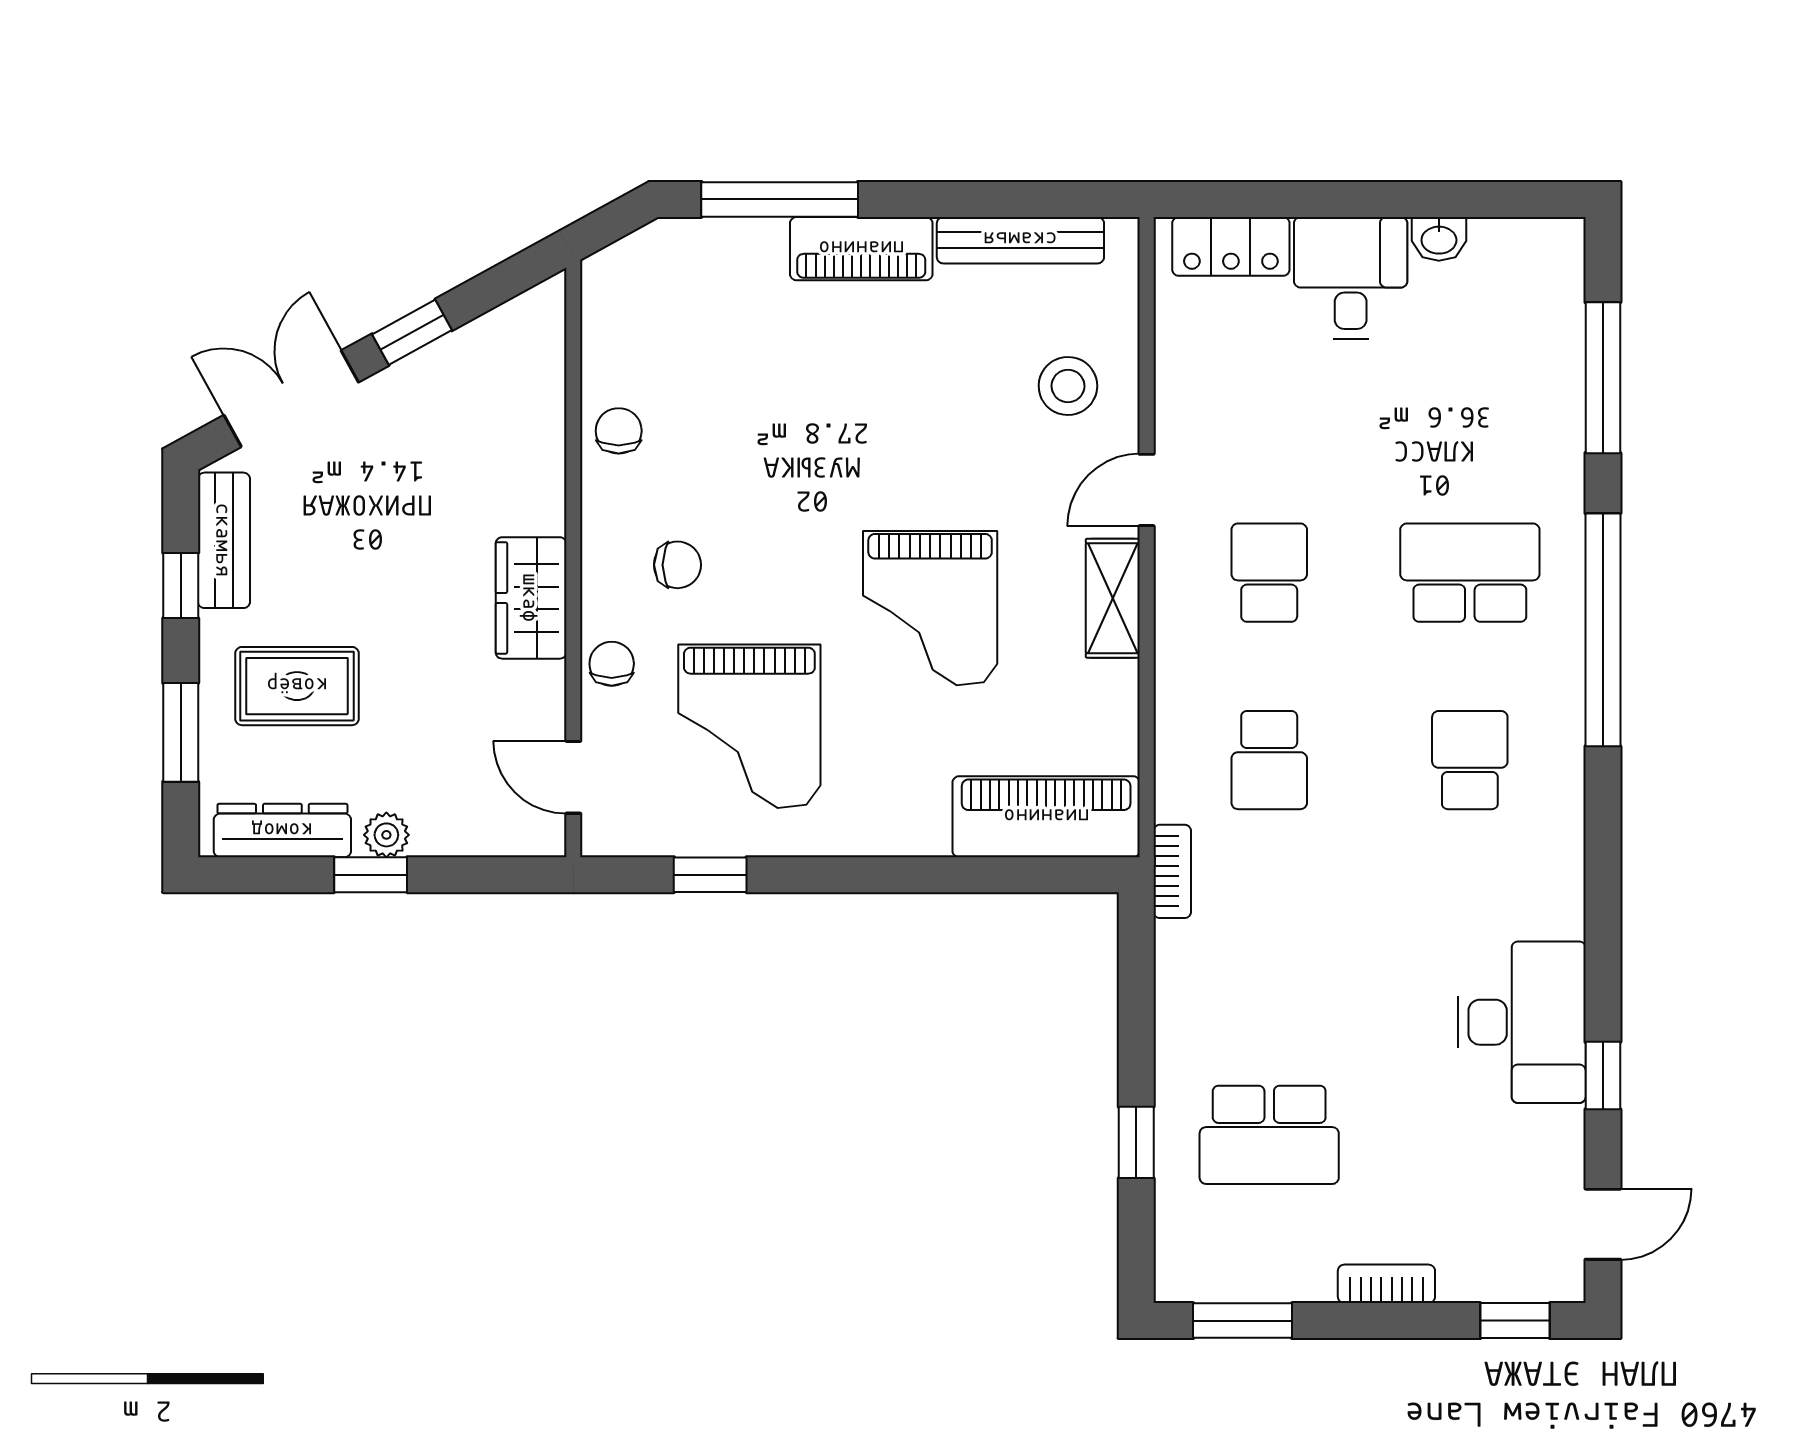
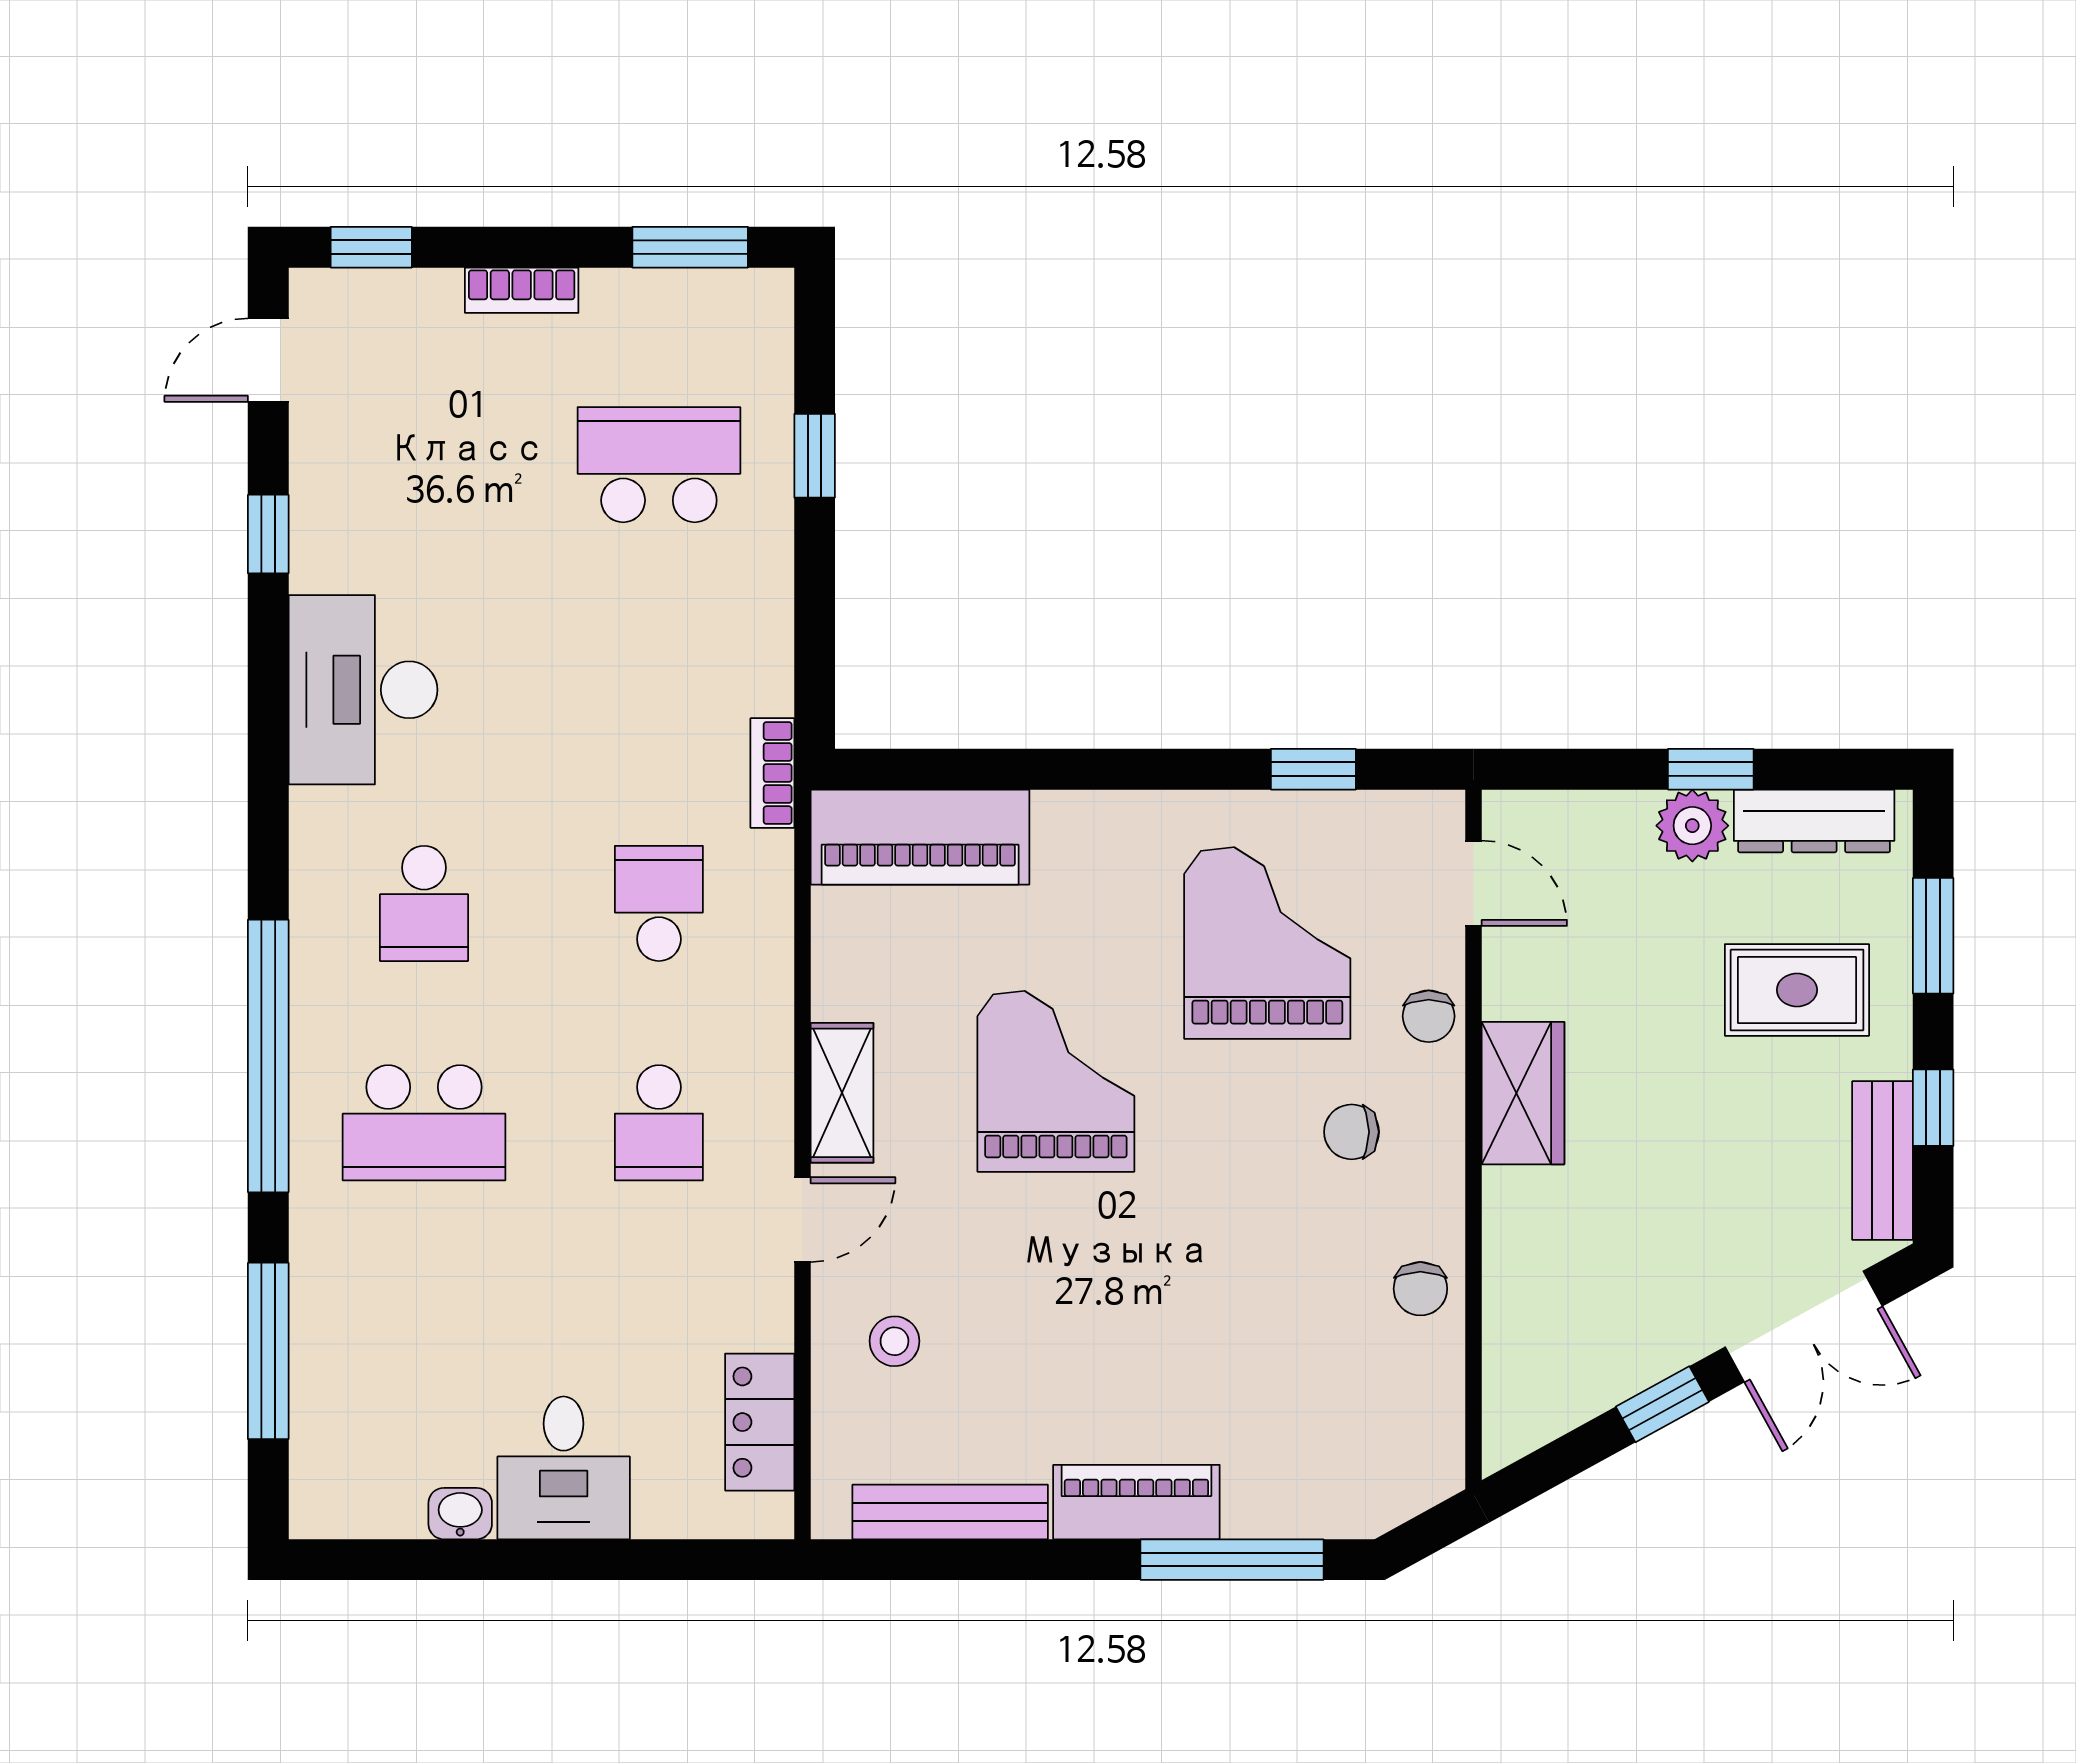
locker: (1231, 246) -> (760, 1422), moved, turned -90
stool: (1068, 386) -> (894, 1341), width x0.73, depth x0.73
plant: (386, 835) -> (1692, 826), width x1.38, depth x1.38
desk: (1522, 1022) -> (363, 690), moved

